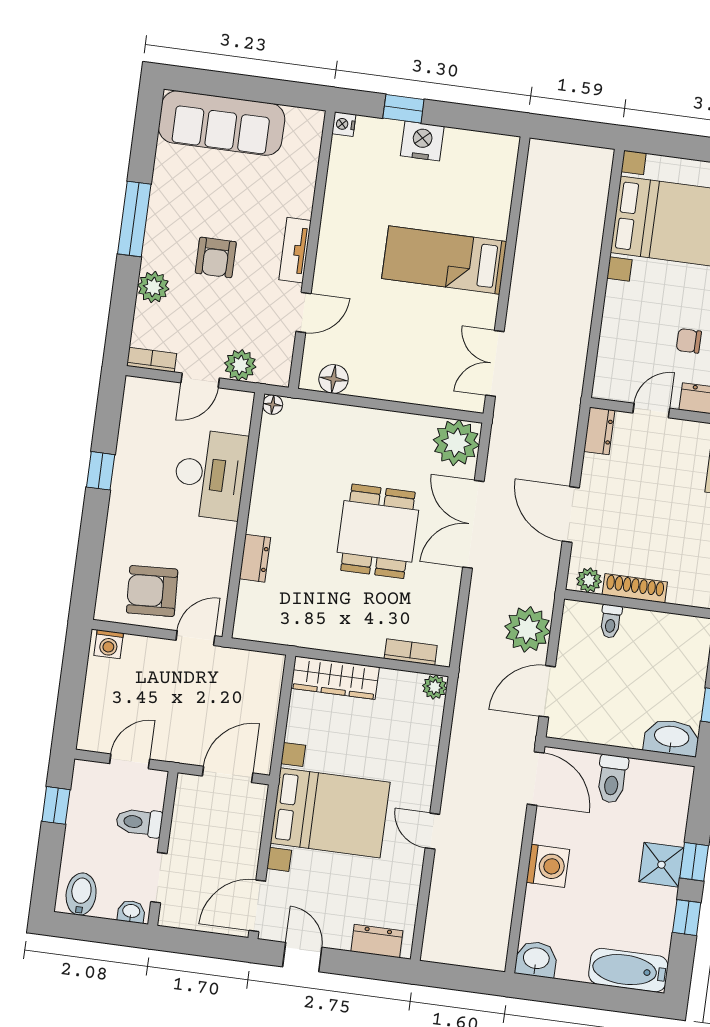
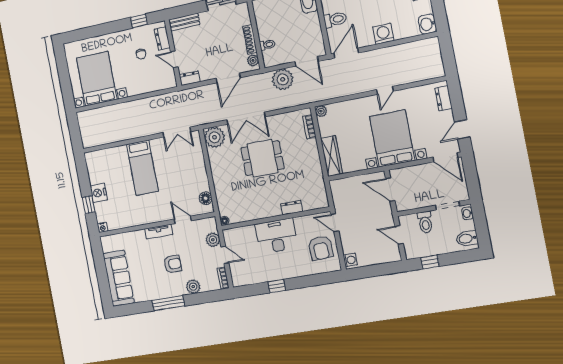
desk: (210, 474) -> (276, 236), moved

